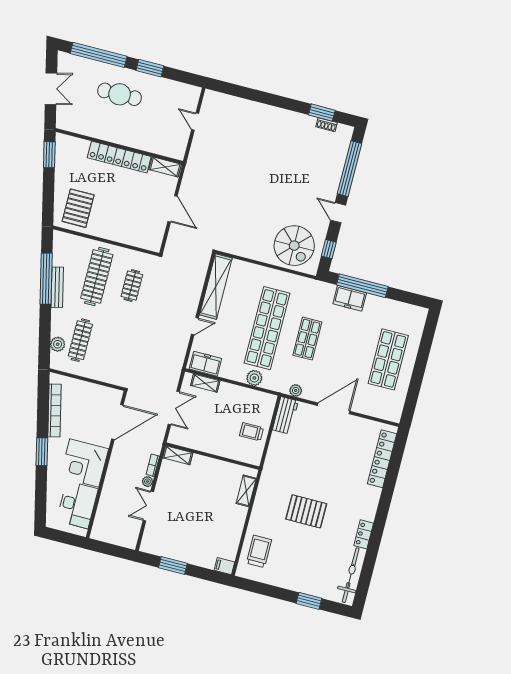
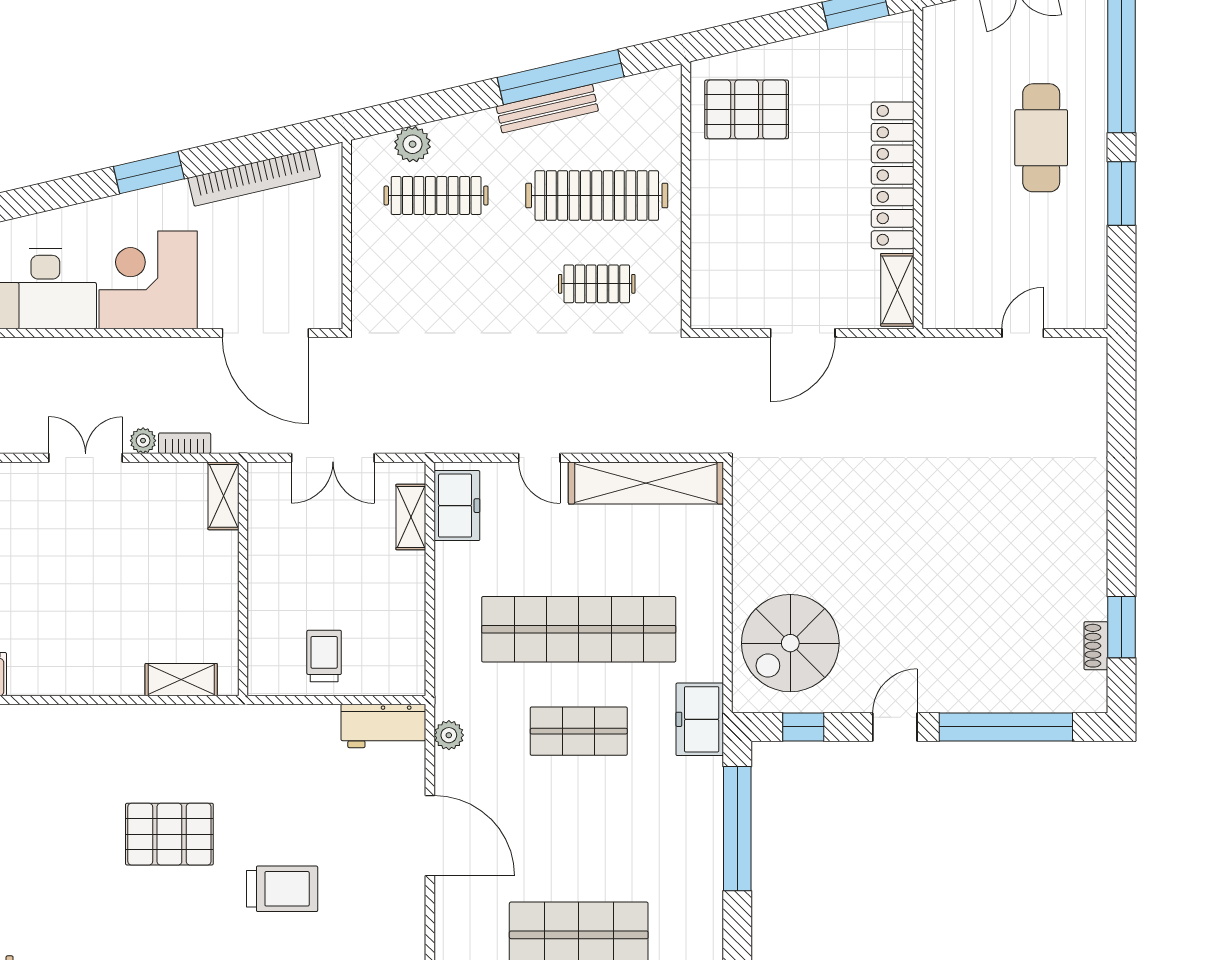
freezer: (350, 298) -> (700, 719), moved
plant: (254, 378) -> (453, 630), removed
pallet: (306, 511) -> (169, 834), turned 90
trolley: (259, 551) -> (282, 889), moved

